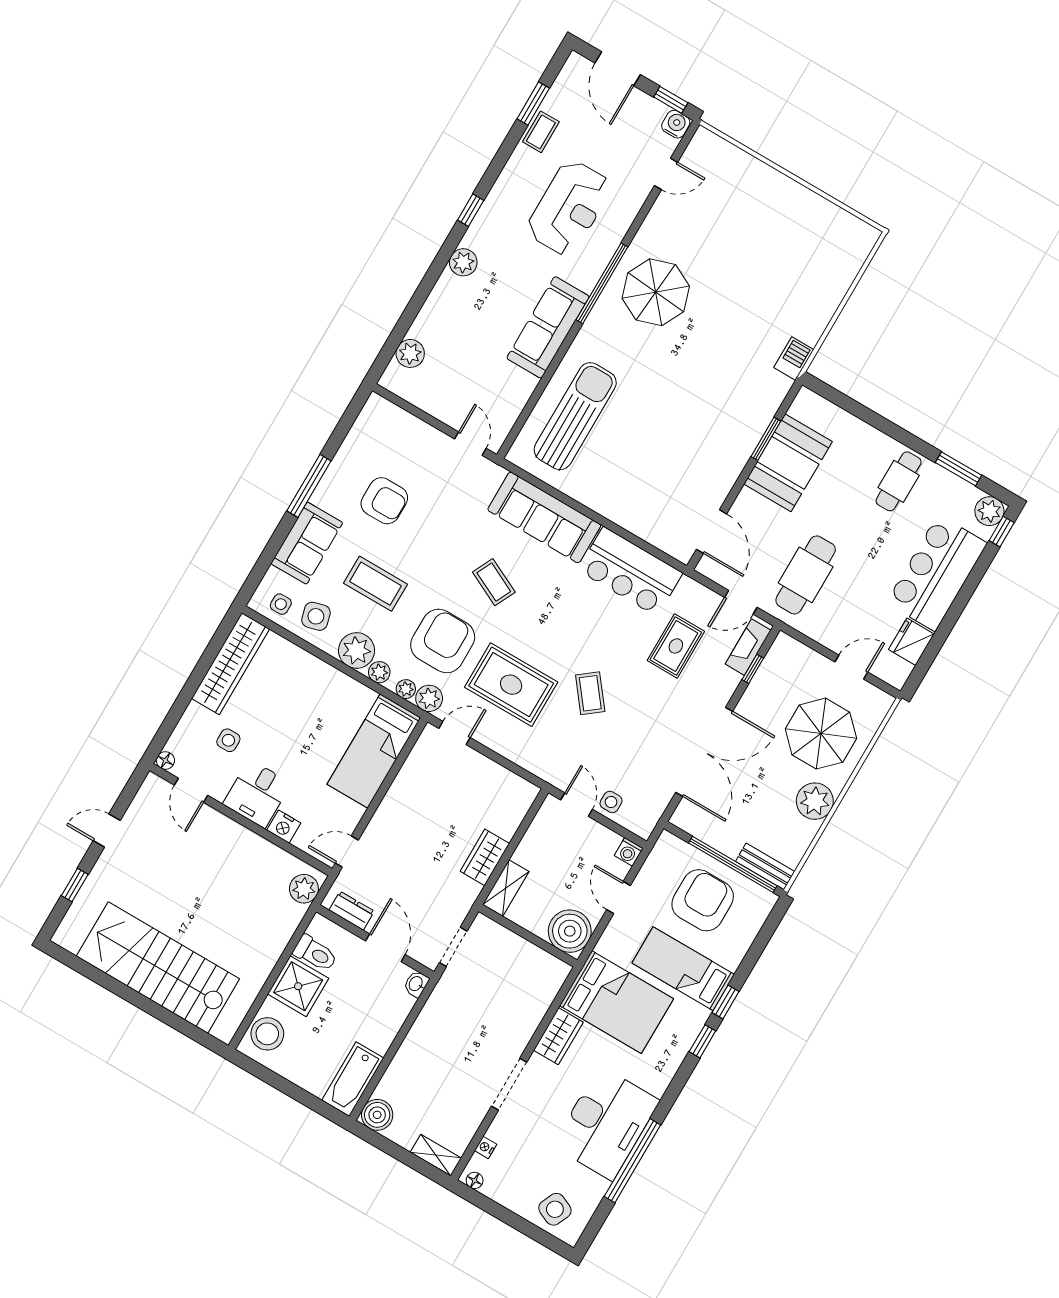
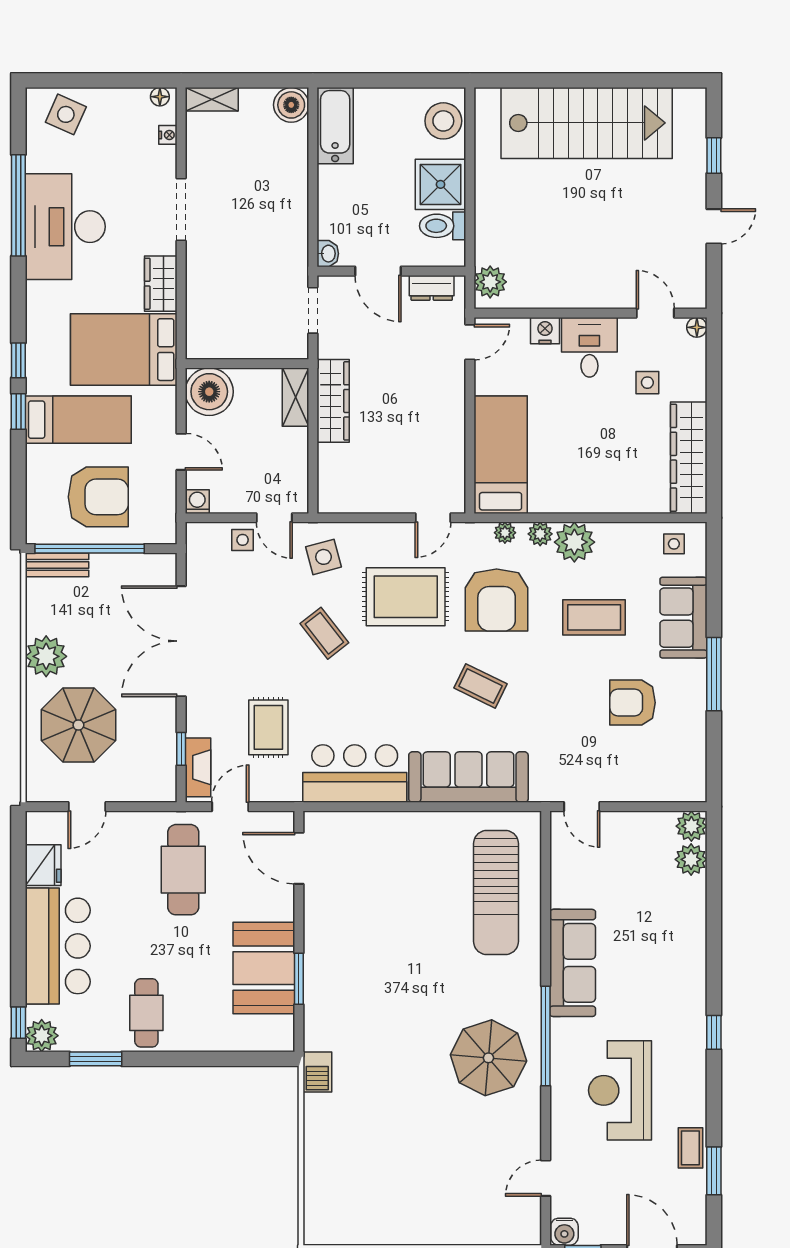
plant: (463, 262) -> (691, 826), moved
side table: (316, 616) -> (324, 557), moved
plant: (429, 698) -> (477, 537), removed
wardrobe: (485, 857) -> (333, 401), width x1.50
armchair: (703, 900) -> (98, 497), turned -90

